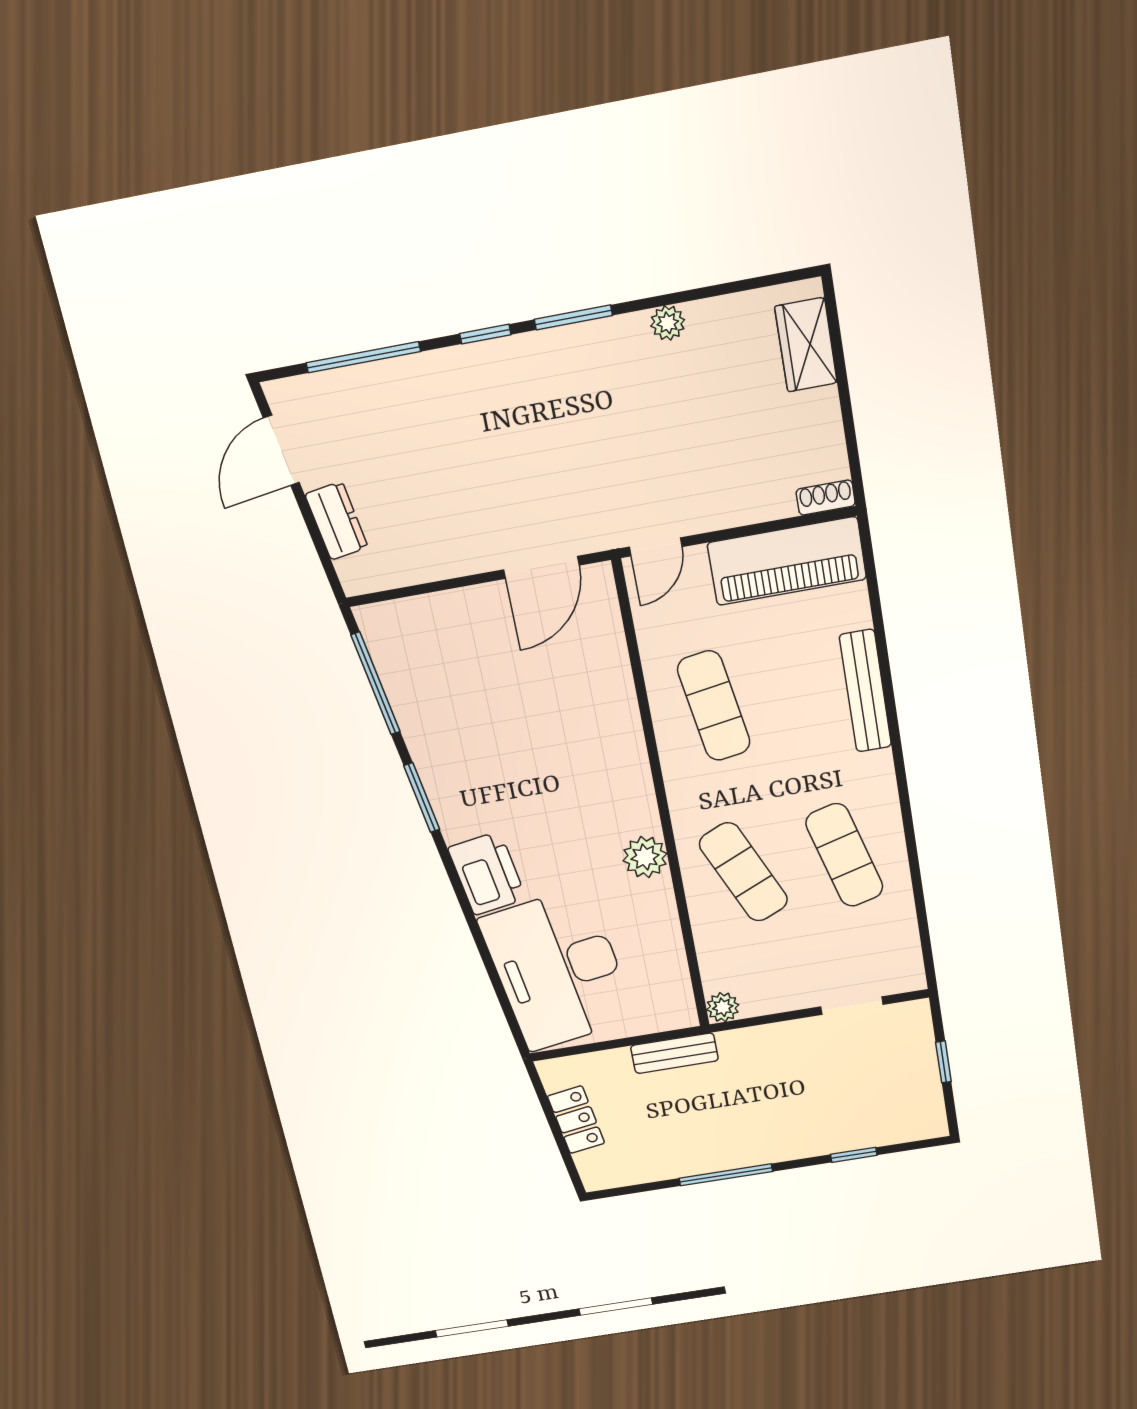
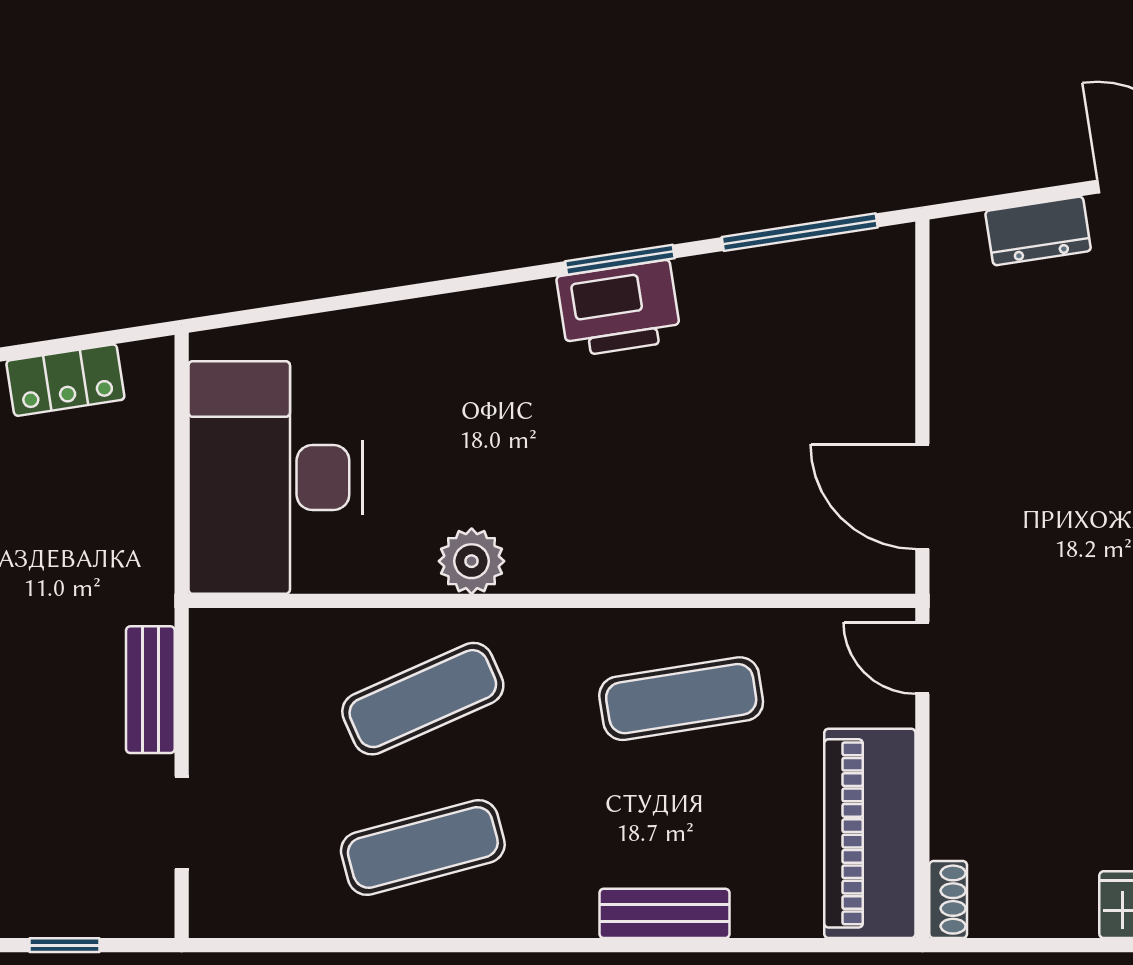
bench: (865, 691) -> (665, 913), width x0.73
printer: (487, 873) -> (619, 309), moved
desk: (558, 969) -> (276, 478), moved, turned -81
plant: (723, 1007) -> (213, 632), removed
bench: (674, 1053) -> (150, 690), moved

